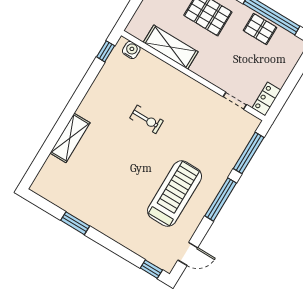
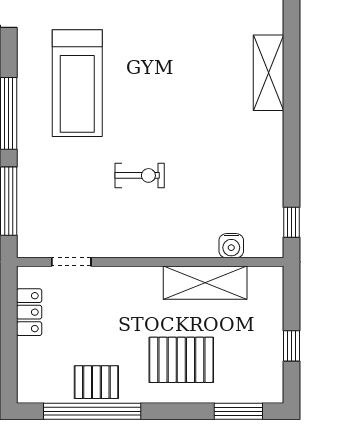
water cooler: (131, 50) -> (231, 246), moved
locker: (266, 99) -> (29, 312), moved
exercise bike: (146, 119) -> (140, 175), moved, turned 180

